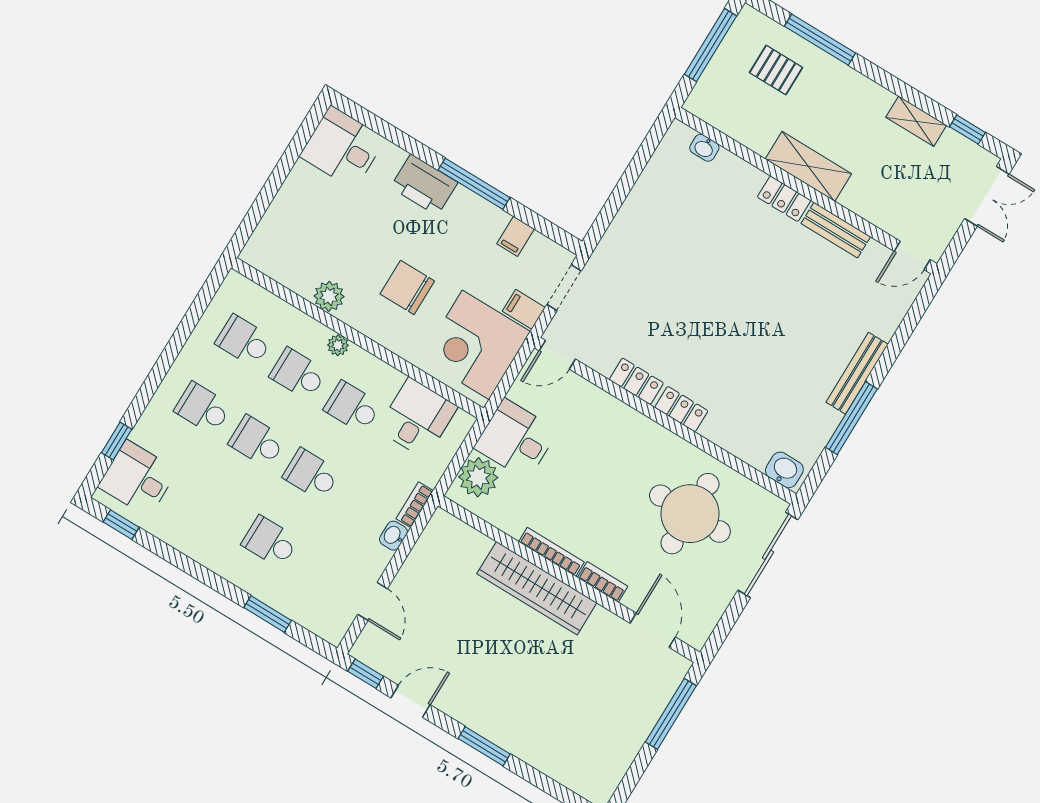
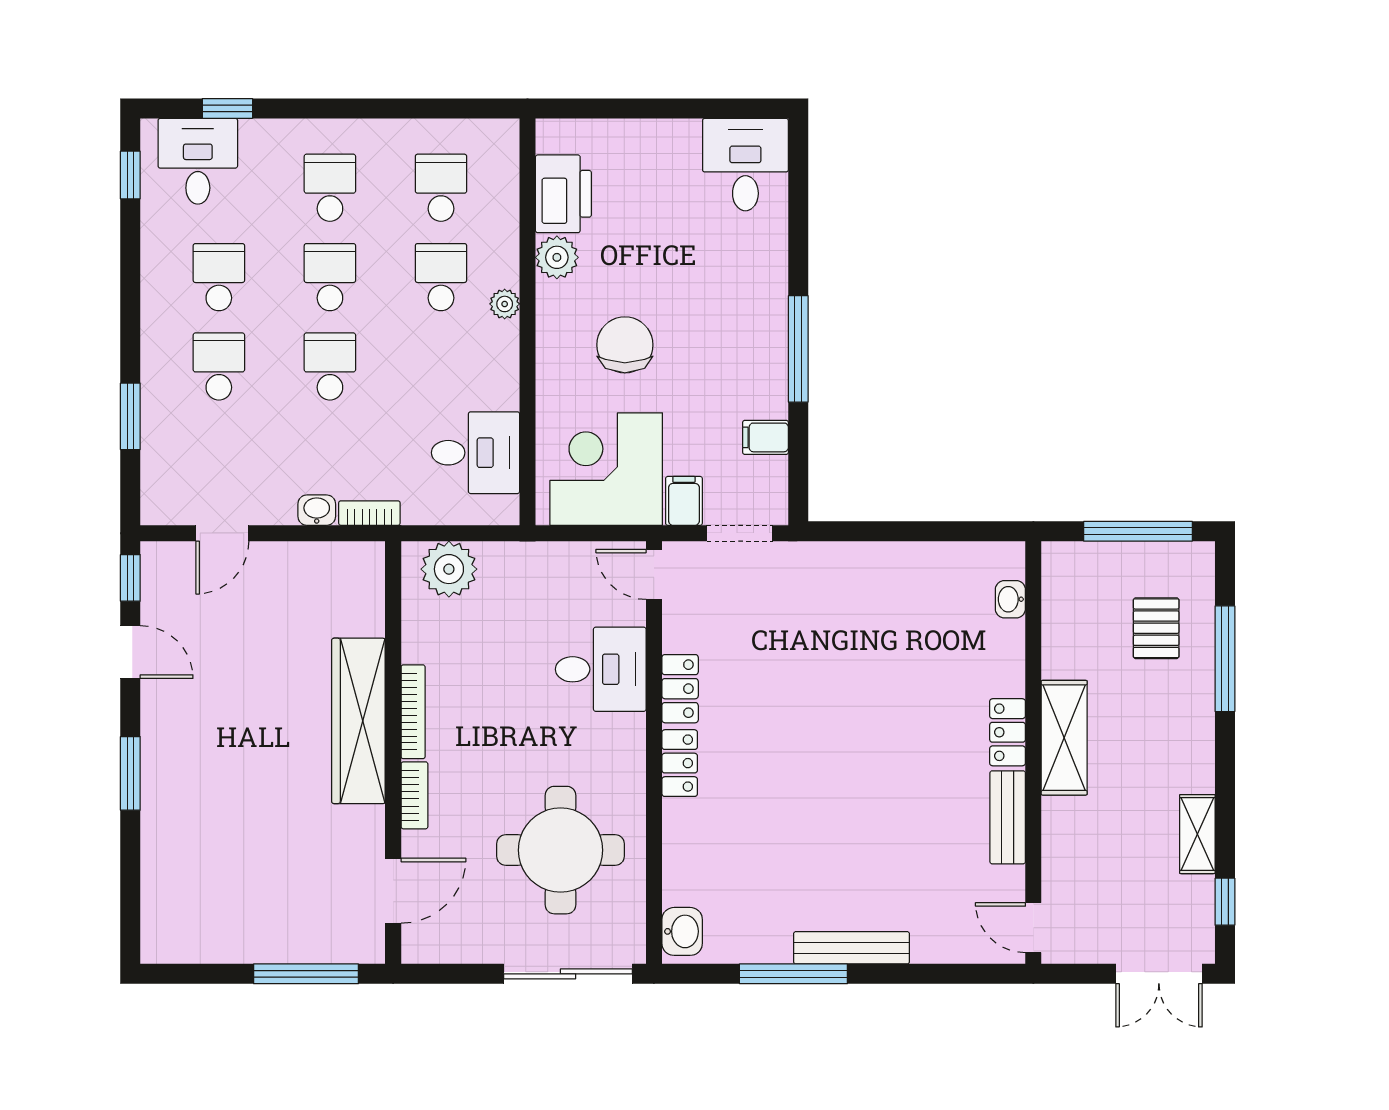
printer: (424, 185) -> (563, 194), moved, turned 180
school desk: (352, 407) -> (219, 277), moved
desk: (516, 439) -> (601, 669), moved, turned 90

